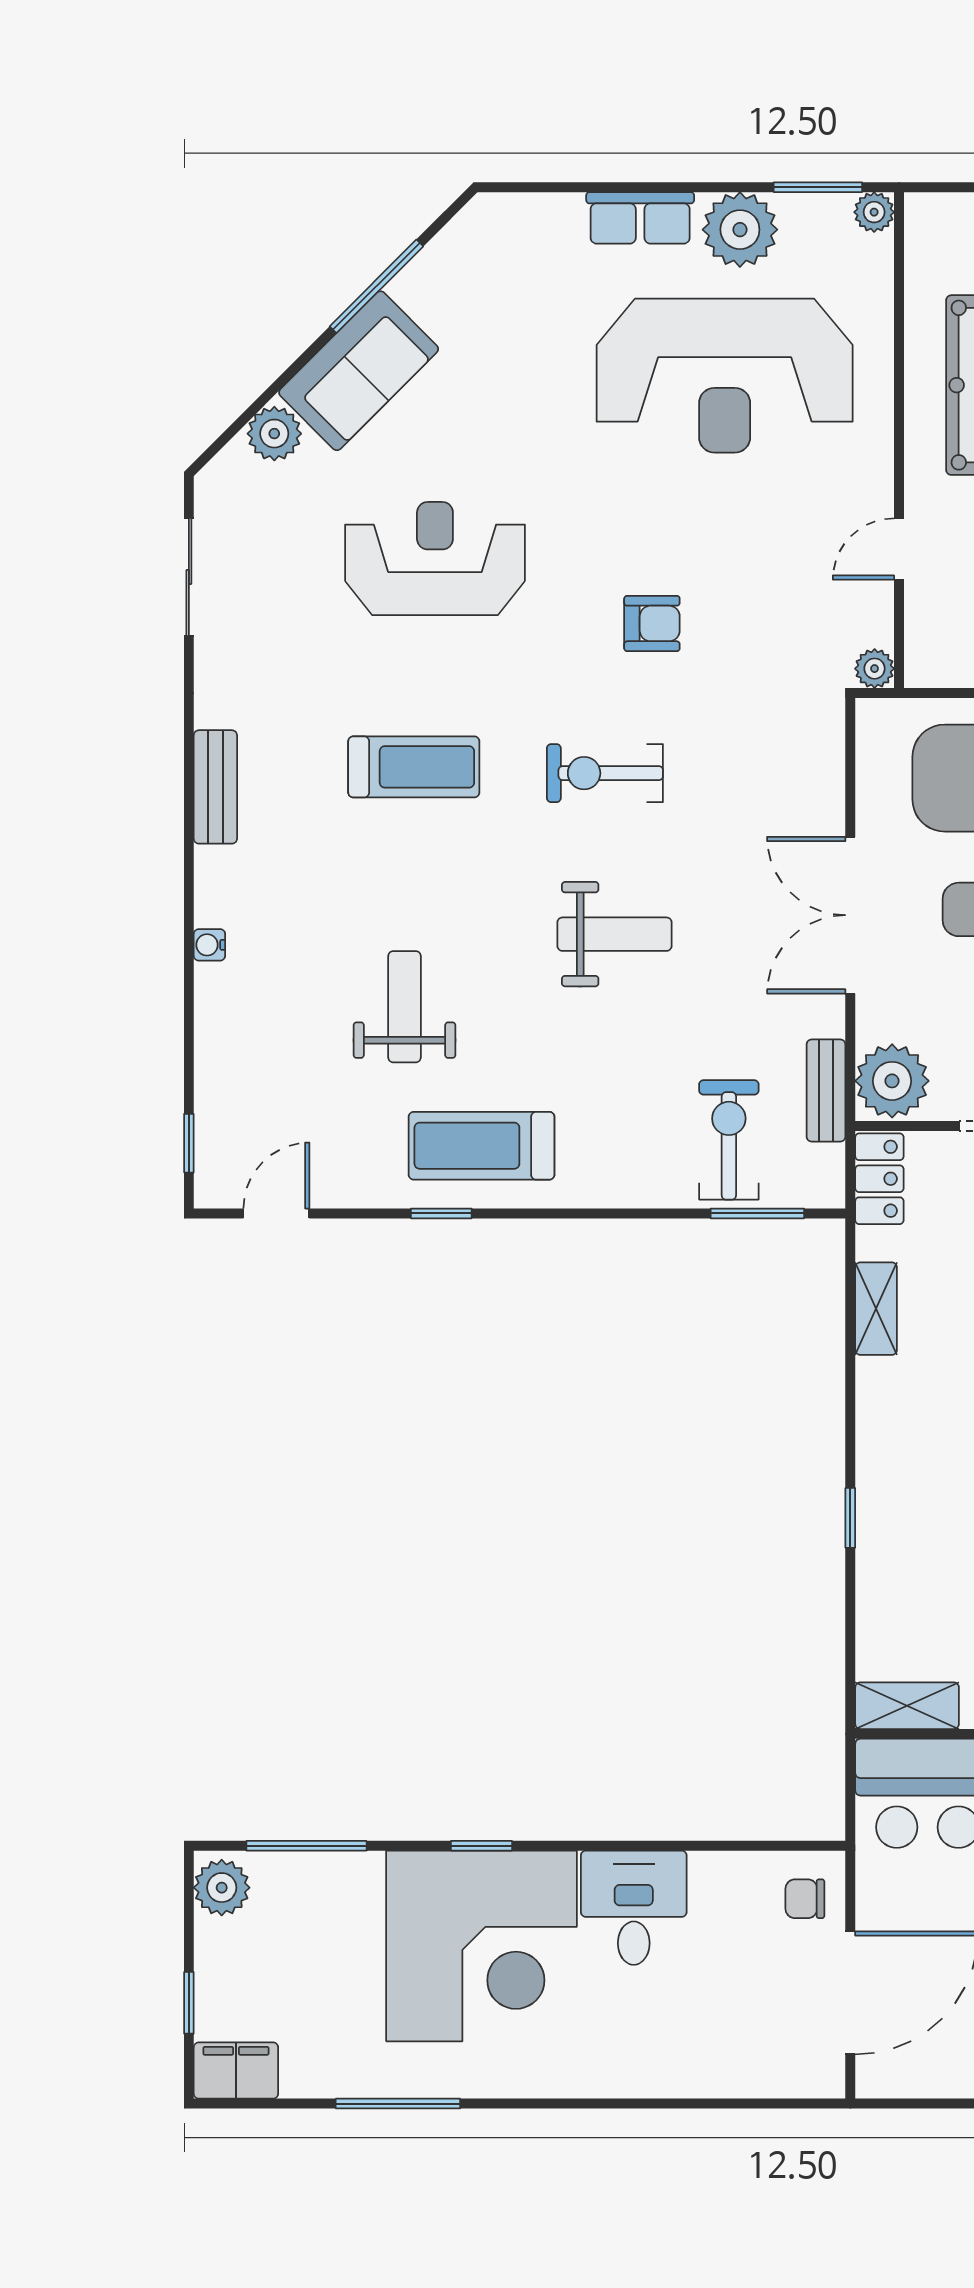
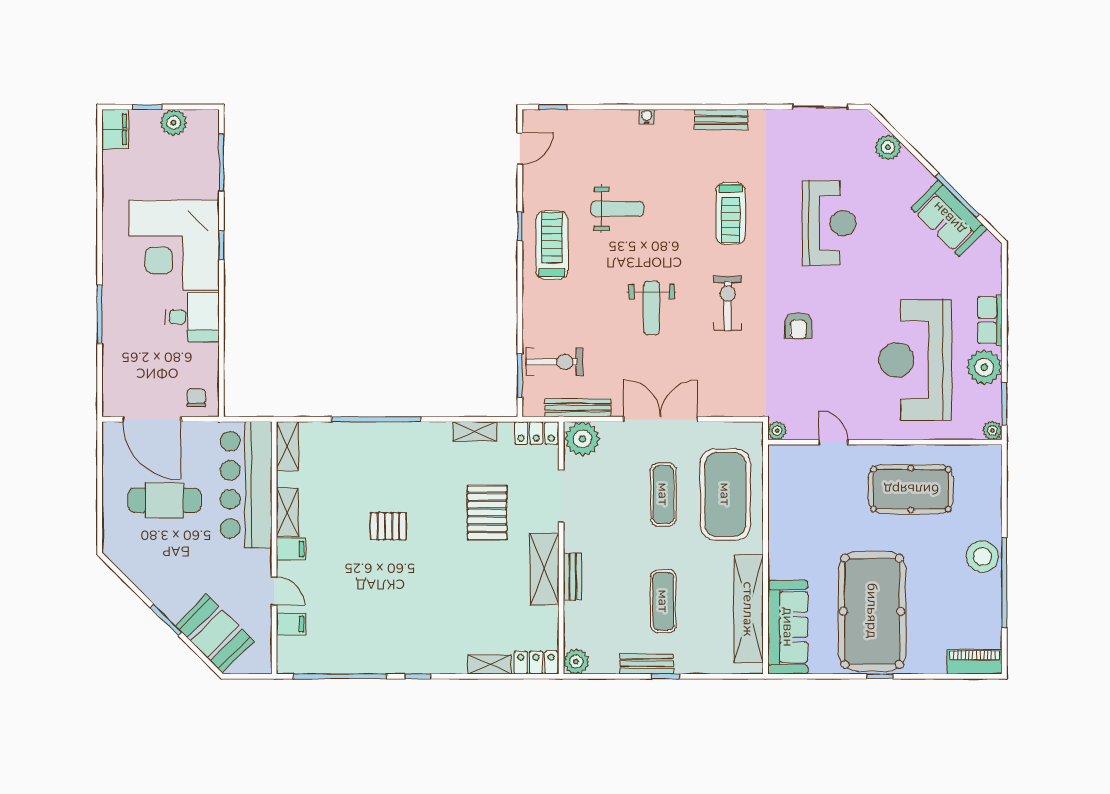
sofa: (359, 371) -> (949, 218), moved
bench: (826, 1090) -> (578, 408), width x1.36
door: (276, 1213) -> (520, 148), hinge flipped
window: (850, 1518) -> (376, 419), width x3.17
plant: (222, 1888) -> (173, 123), moved
window: (398, 2104) -> (100, 314), moved

